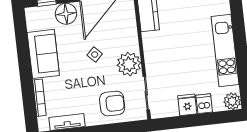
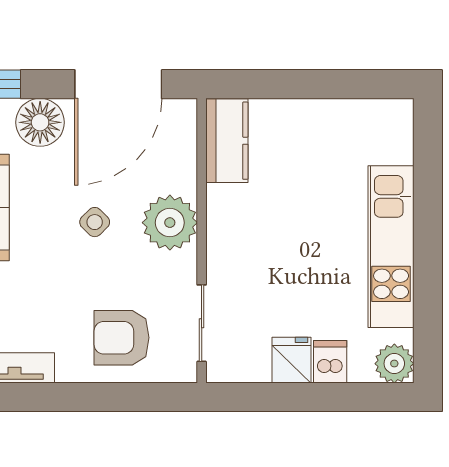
plant: (129, 64) -> (170, 223), moved
armchair: (112, 104) -> (122, 338), turned 180

